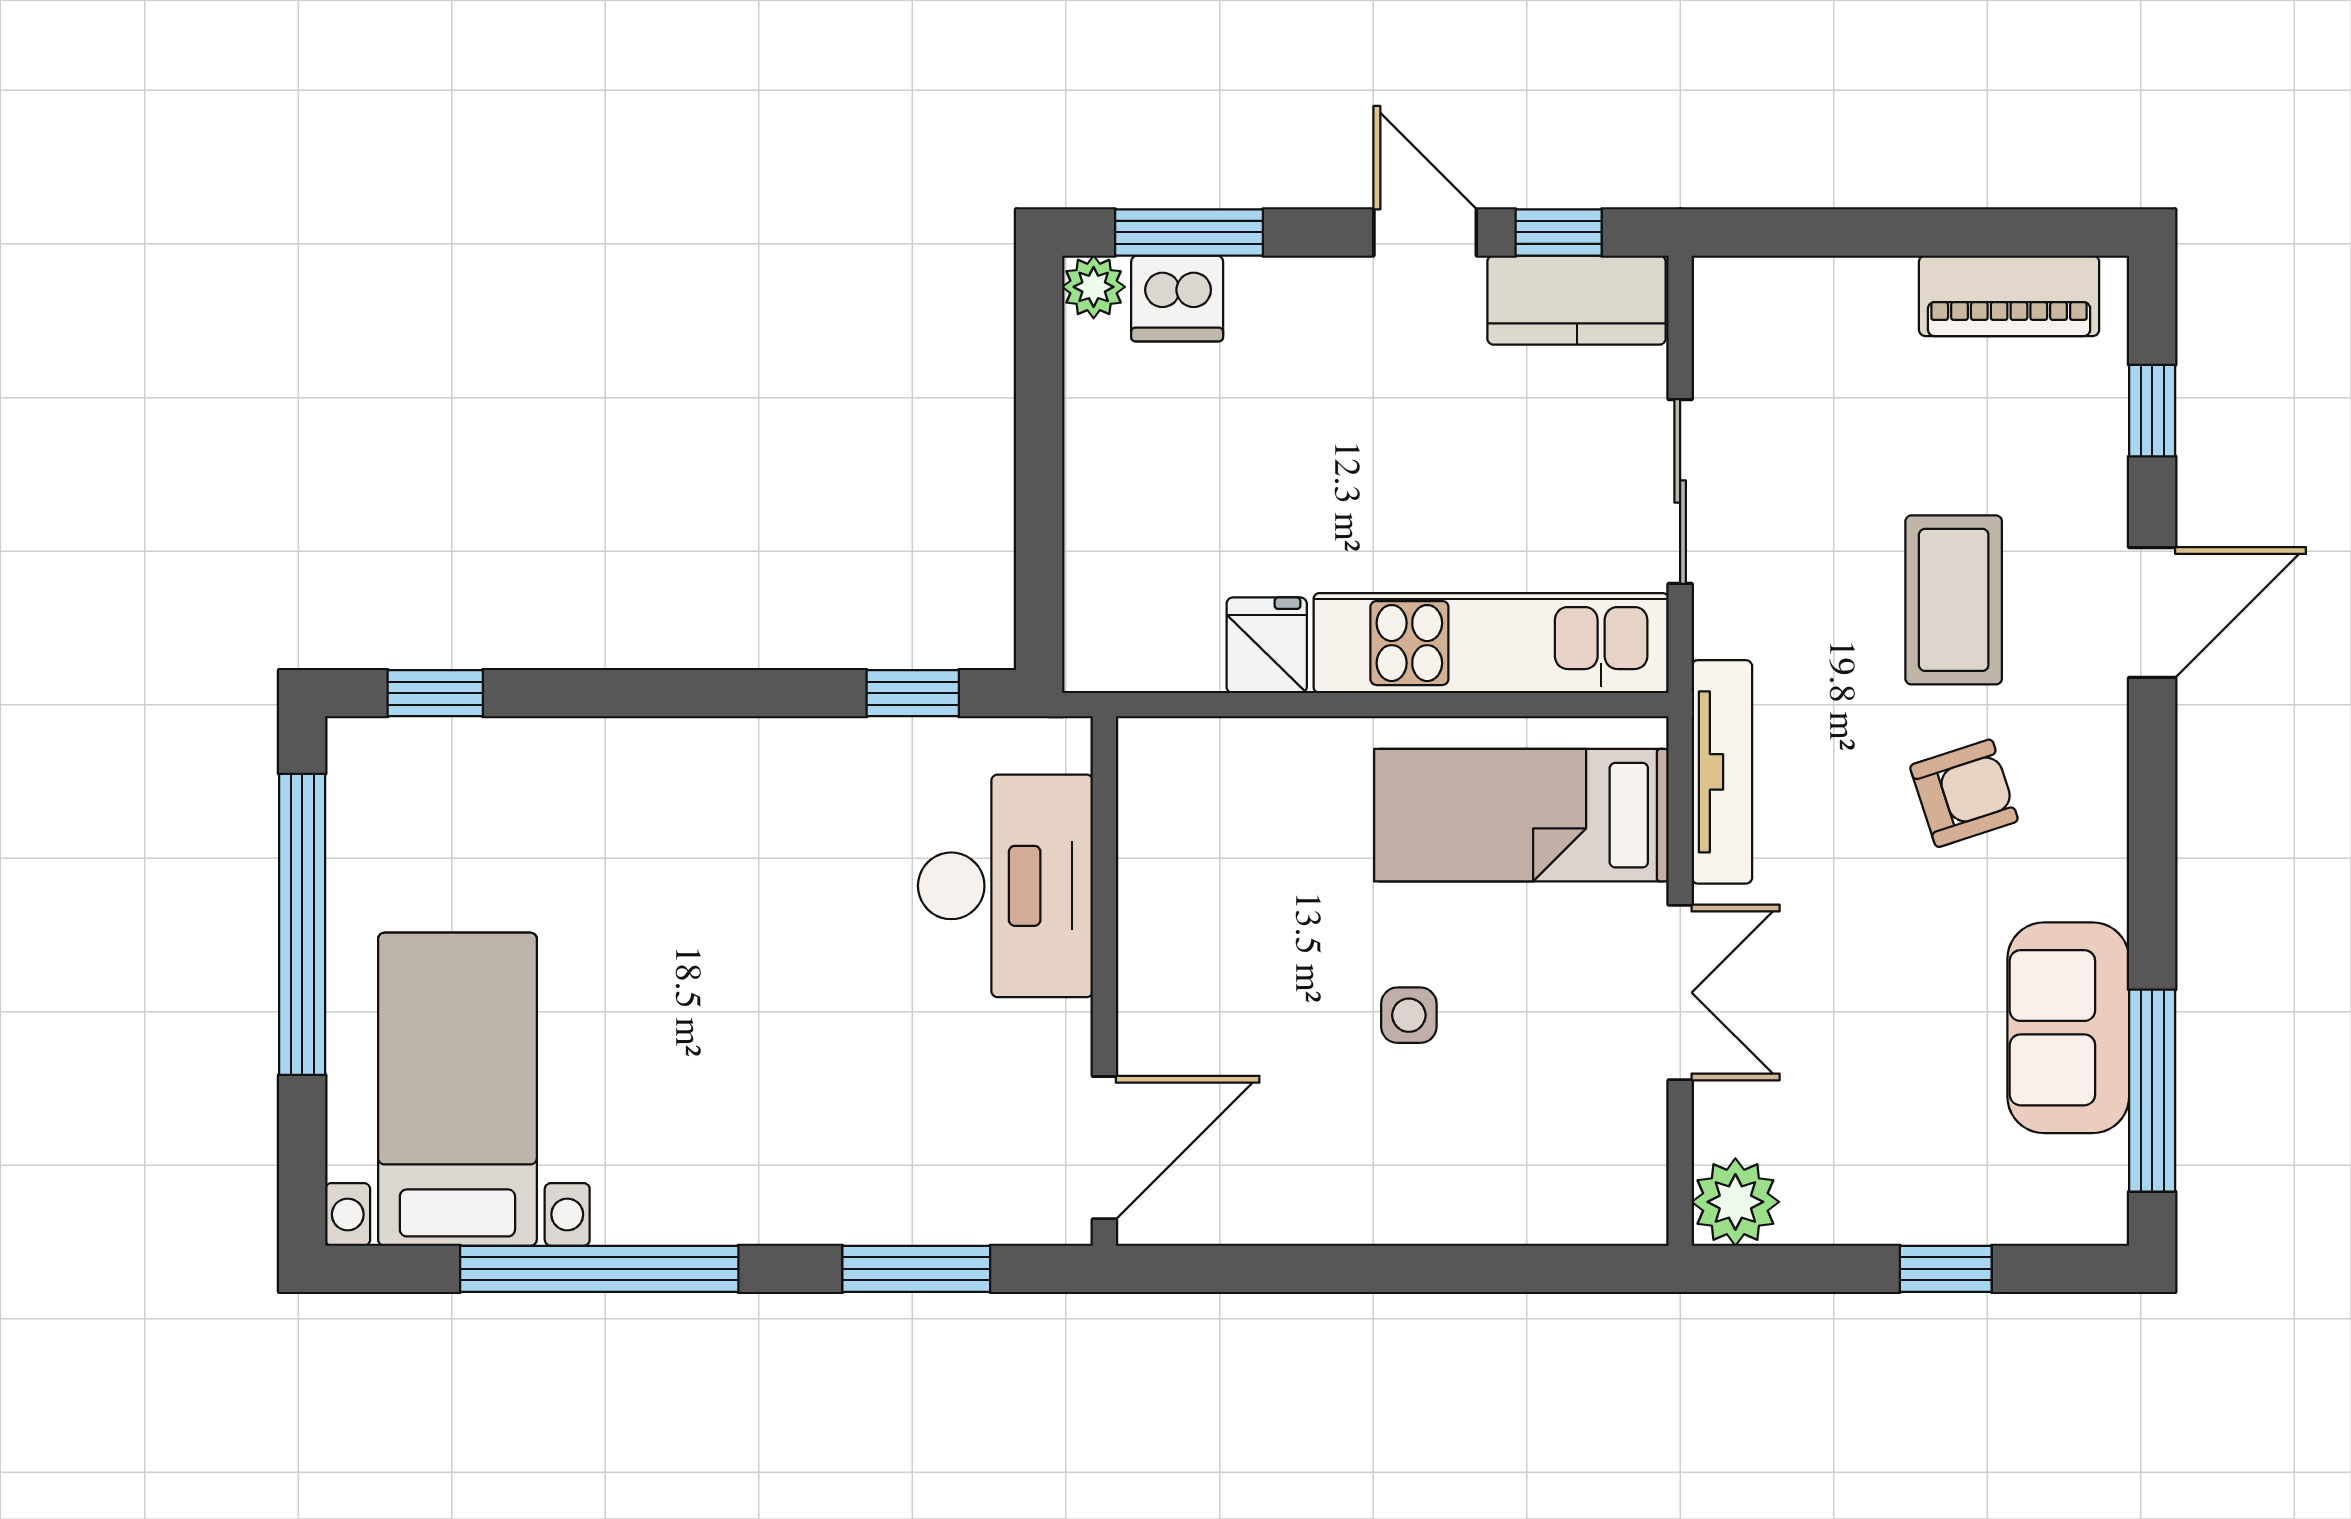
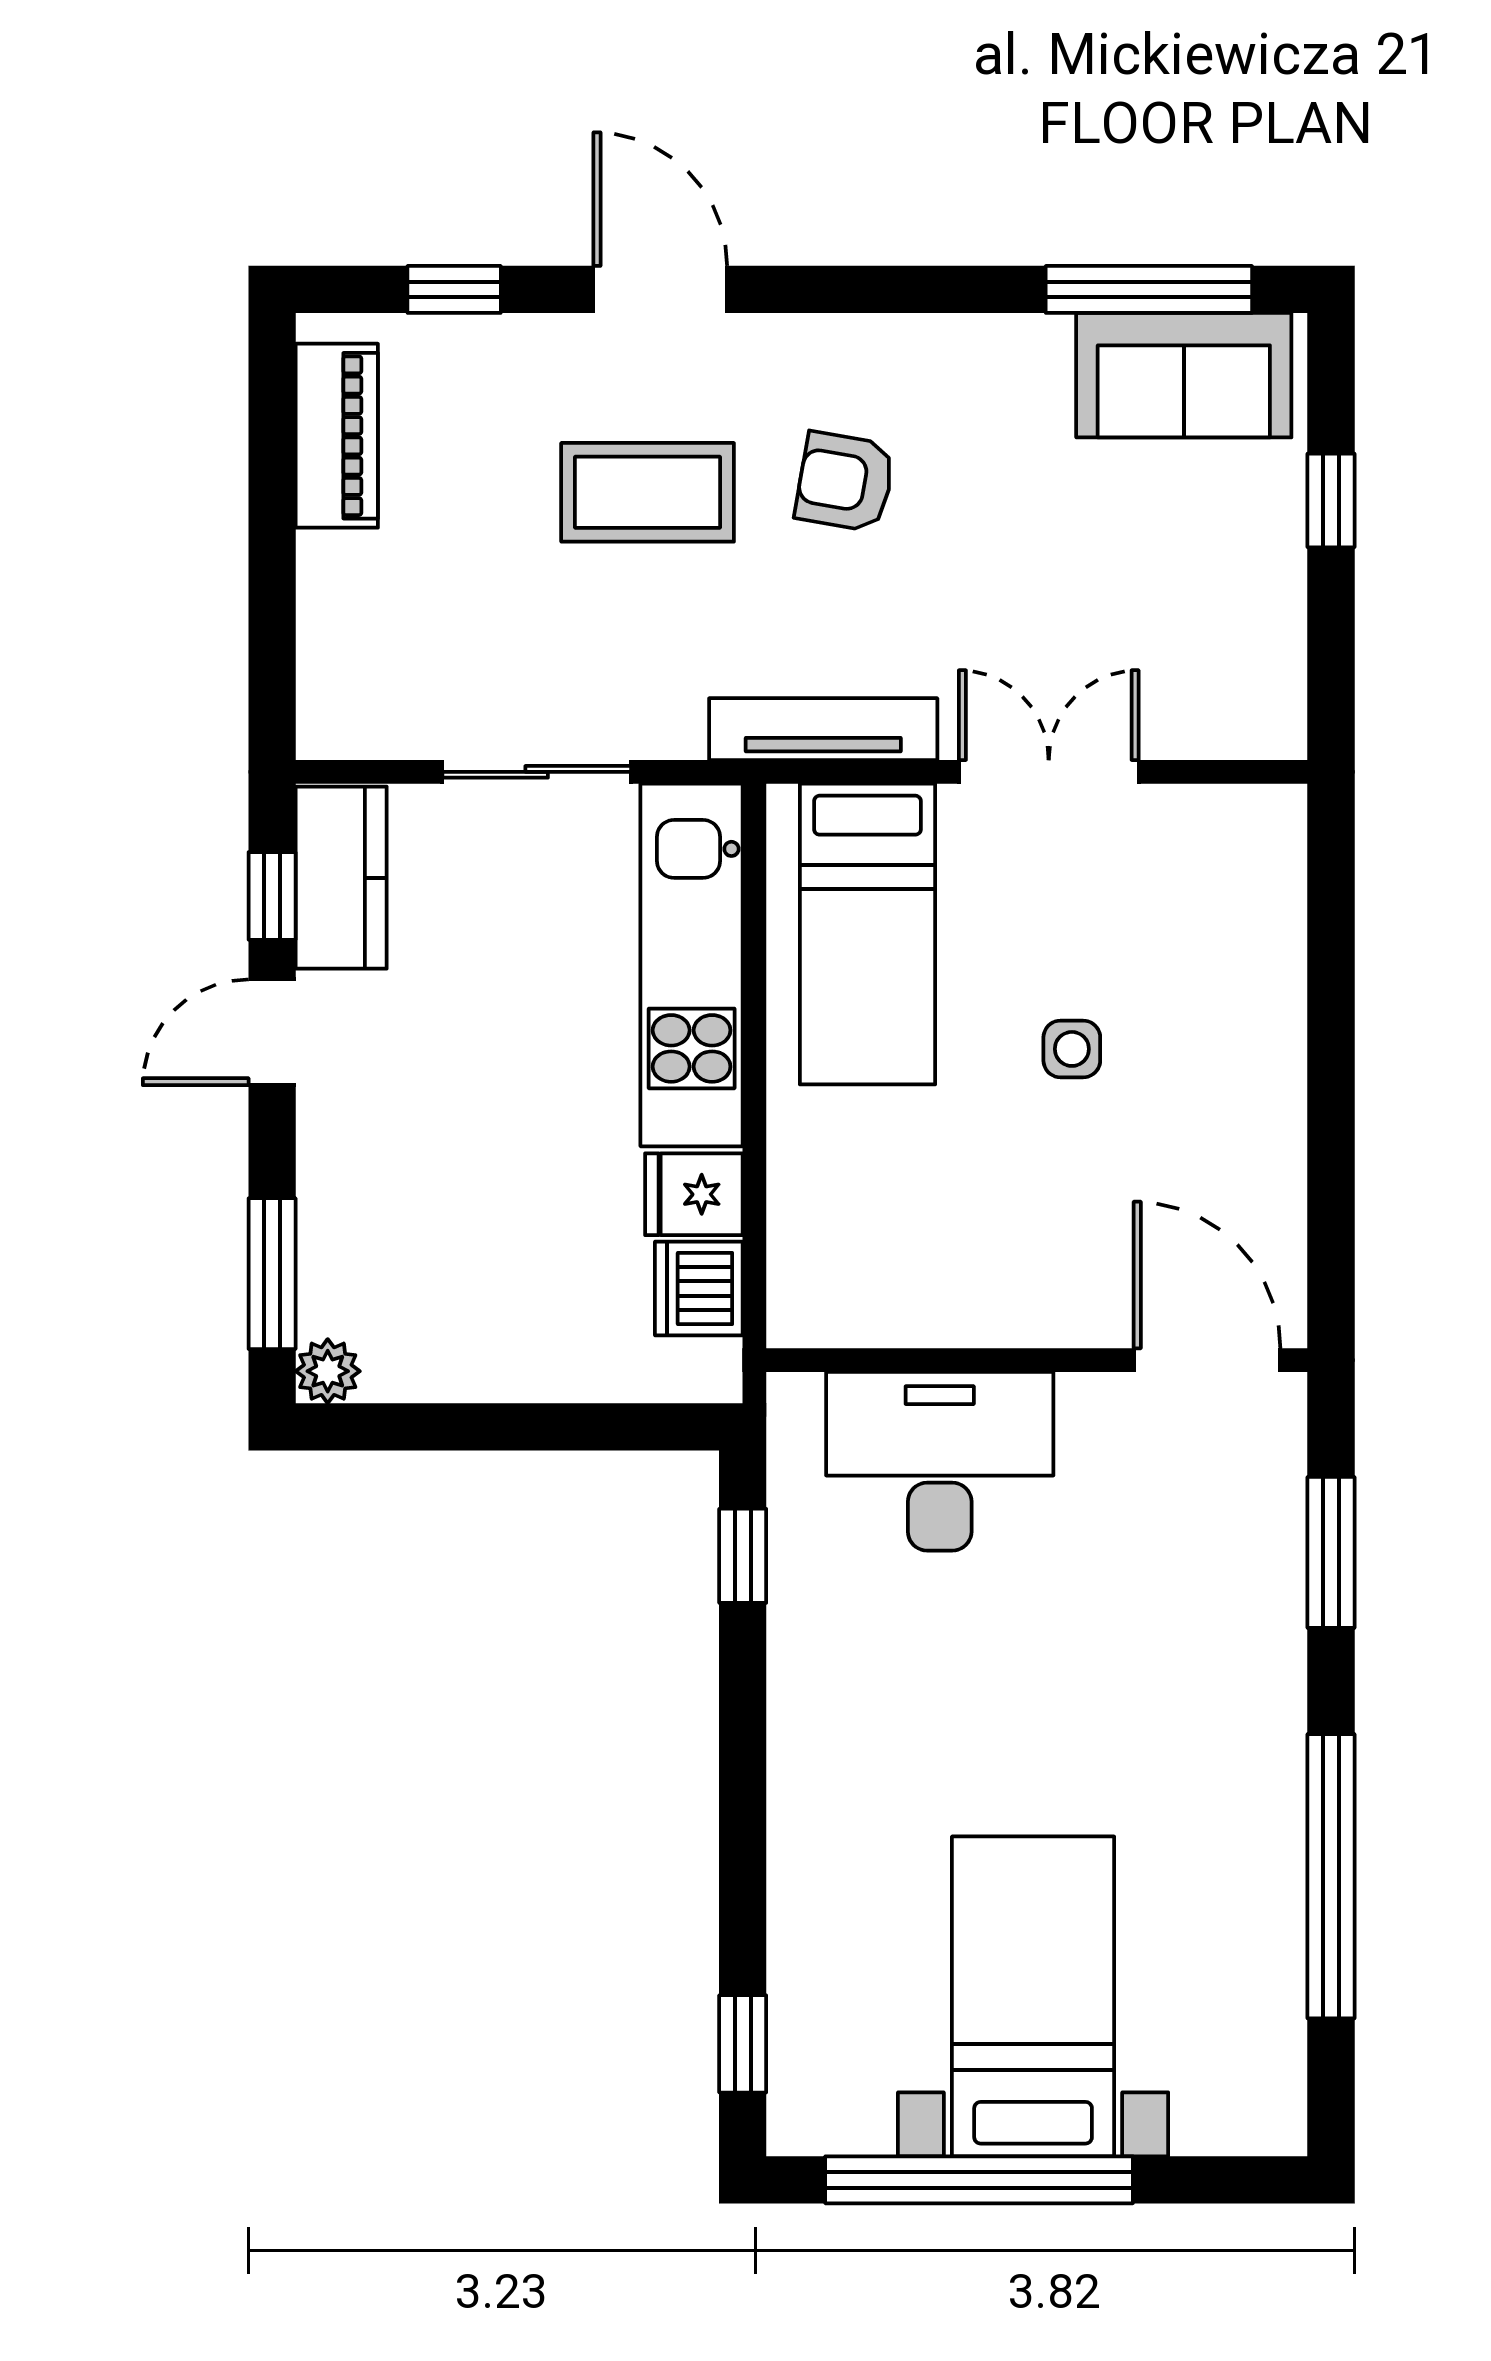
dishwasher: (1177, 298) -> (699, 1288), moved, turned 180
armchair: (1964, 793) -> (845, 482), turned -62
sofa: (2068, 1028) -> (1184, 375), moved
bed with nightstands: (457, 1089) -> (1033, 1996), moved, turned 90
plant: (1735, 1202) -> (1263, 715), removed

